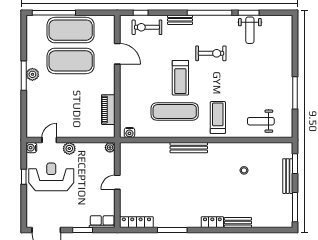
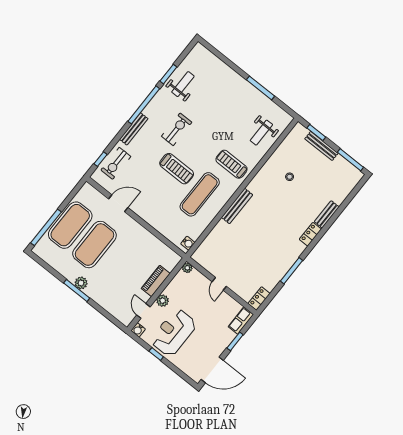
bench: (180, 20) -> (134, 129), width x1.36
weight bench: (250, 30) -> (183, 84), turned -90
piano: (108, 110) -> (156, 281), moved, turned 90
locker: (136, 222) -> (259, 299), width x0.66

